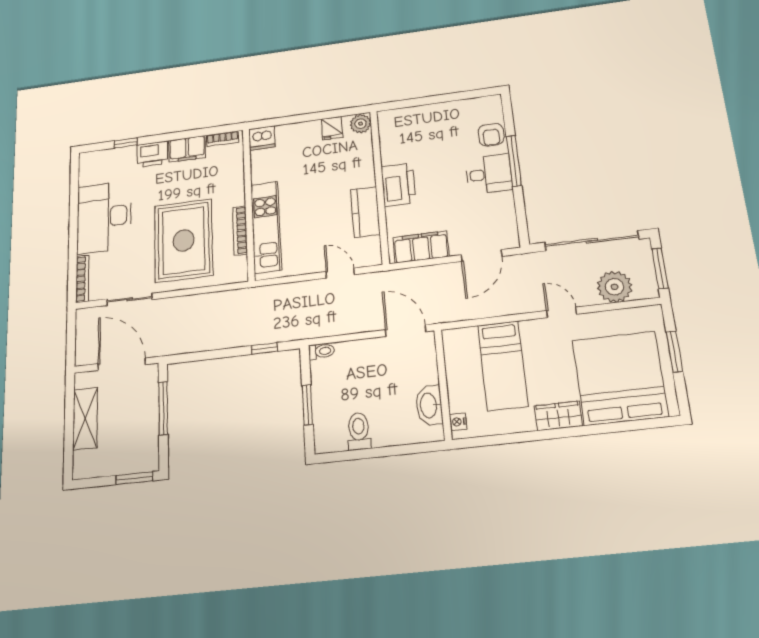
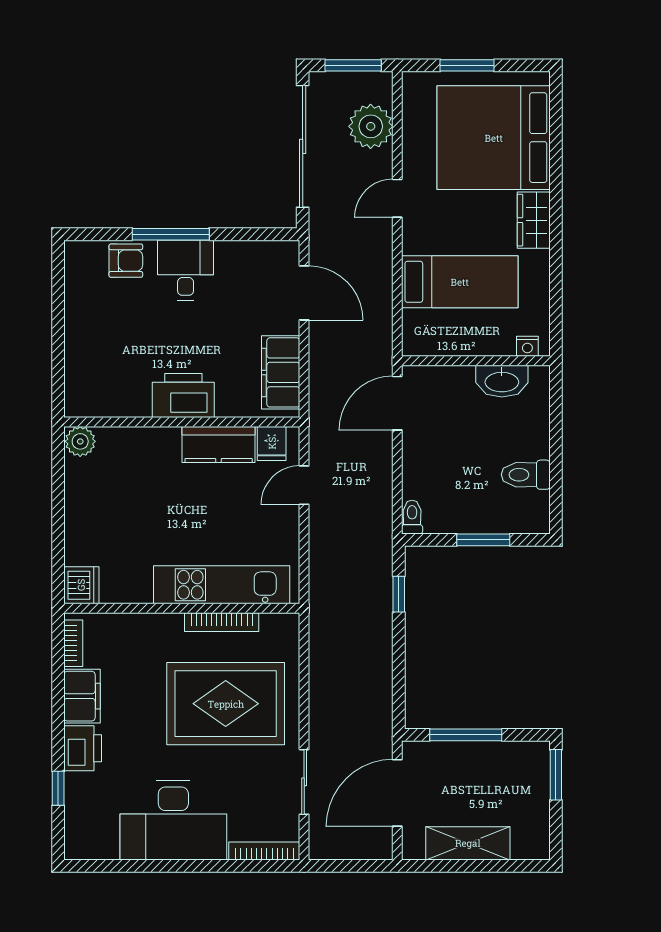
fridge: (332, 128) -> (272, 443), moved, turned 90

